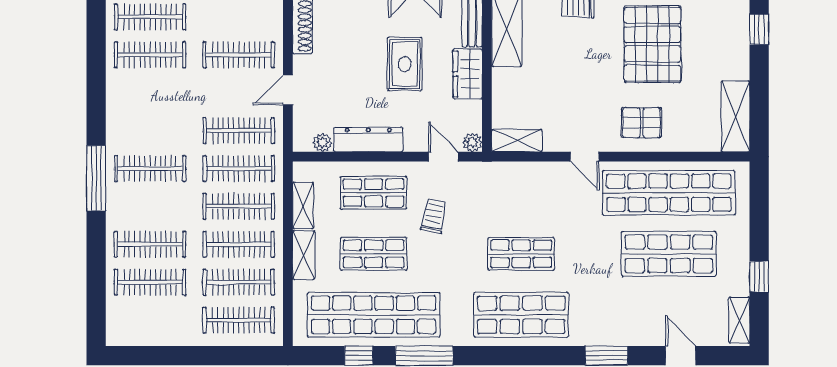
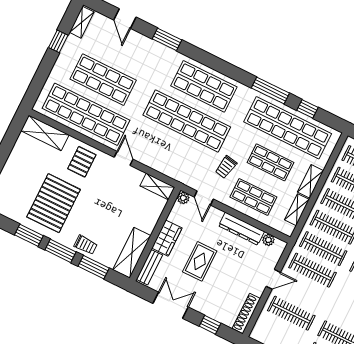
shelving: (736, 116) -> (45, 133), moved, turned 90
pallet: (641, 123) -> (82, 162), turned 90
shop shelf: (521, 254) -> (187, 121), width x2.00, depth x1.36

